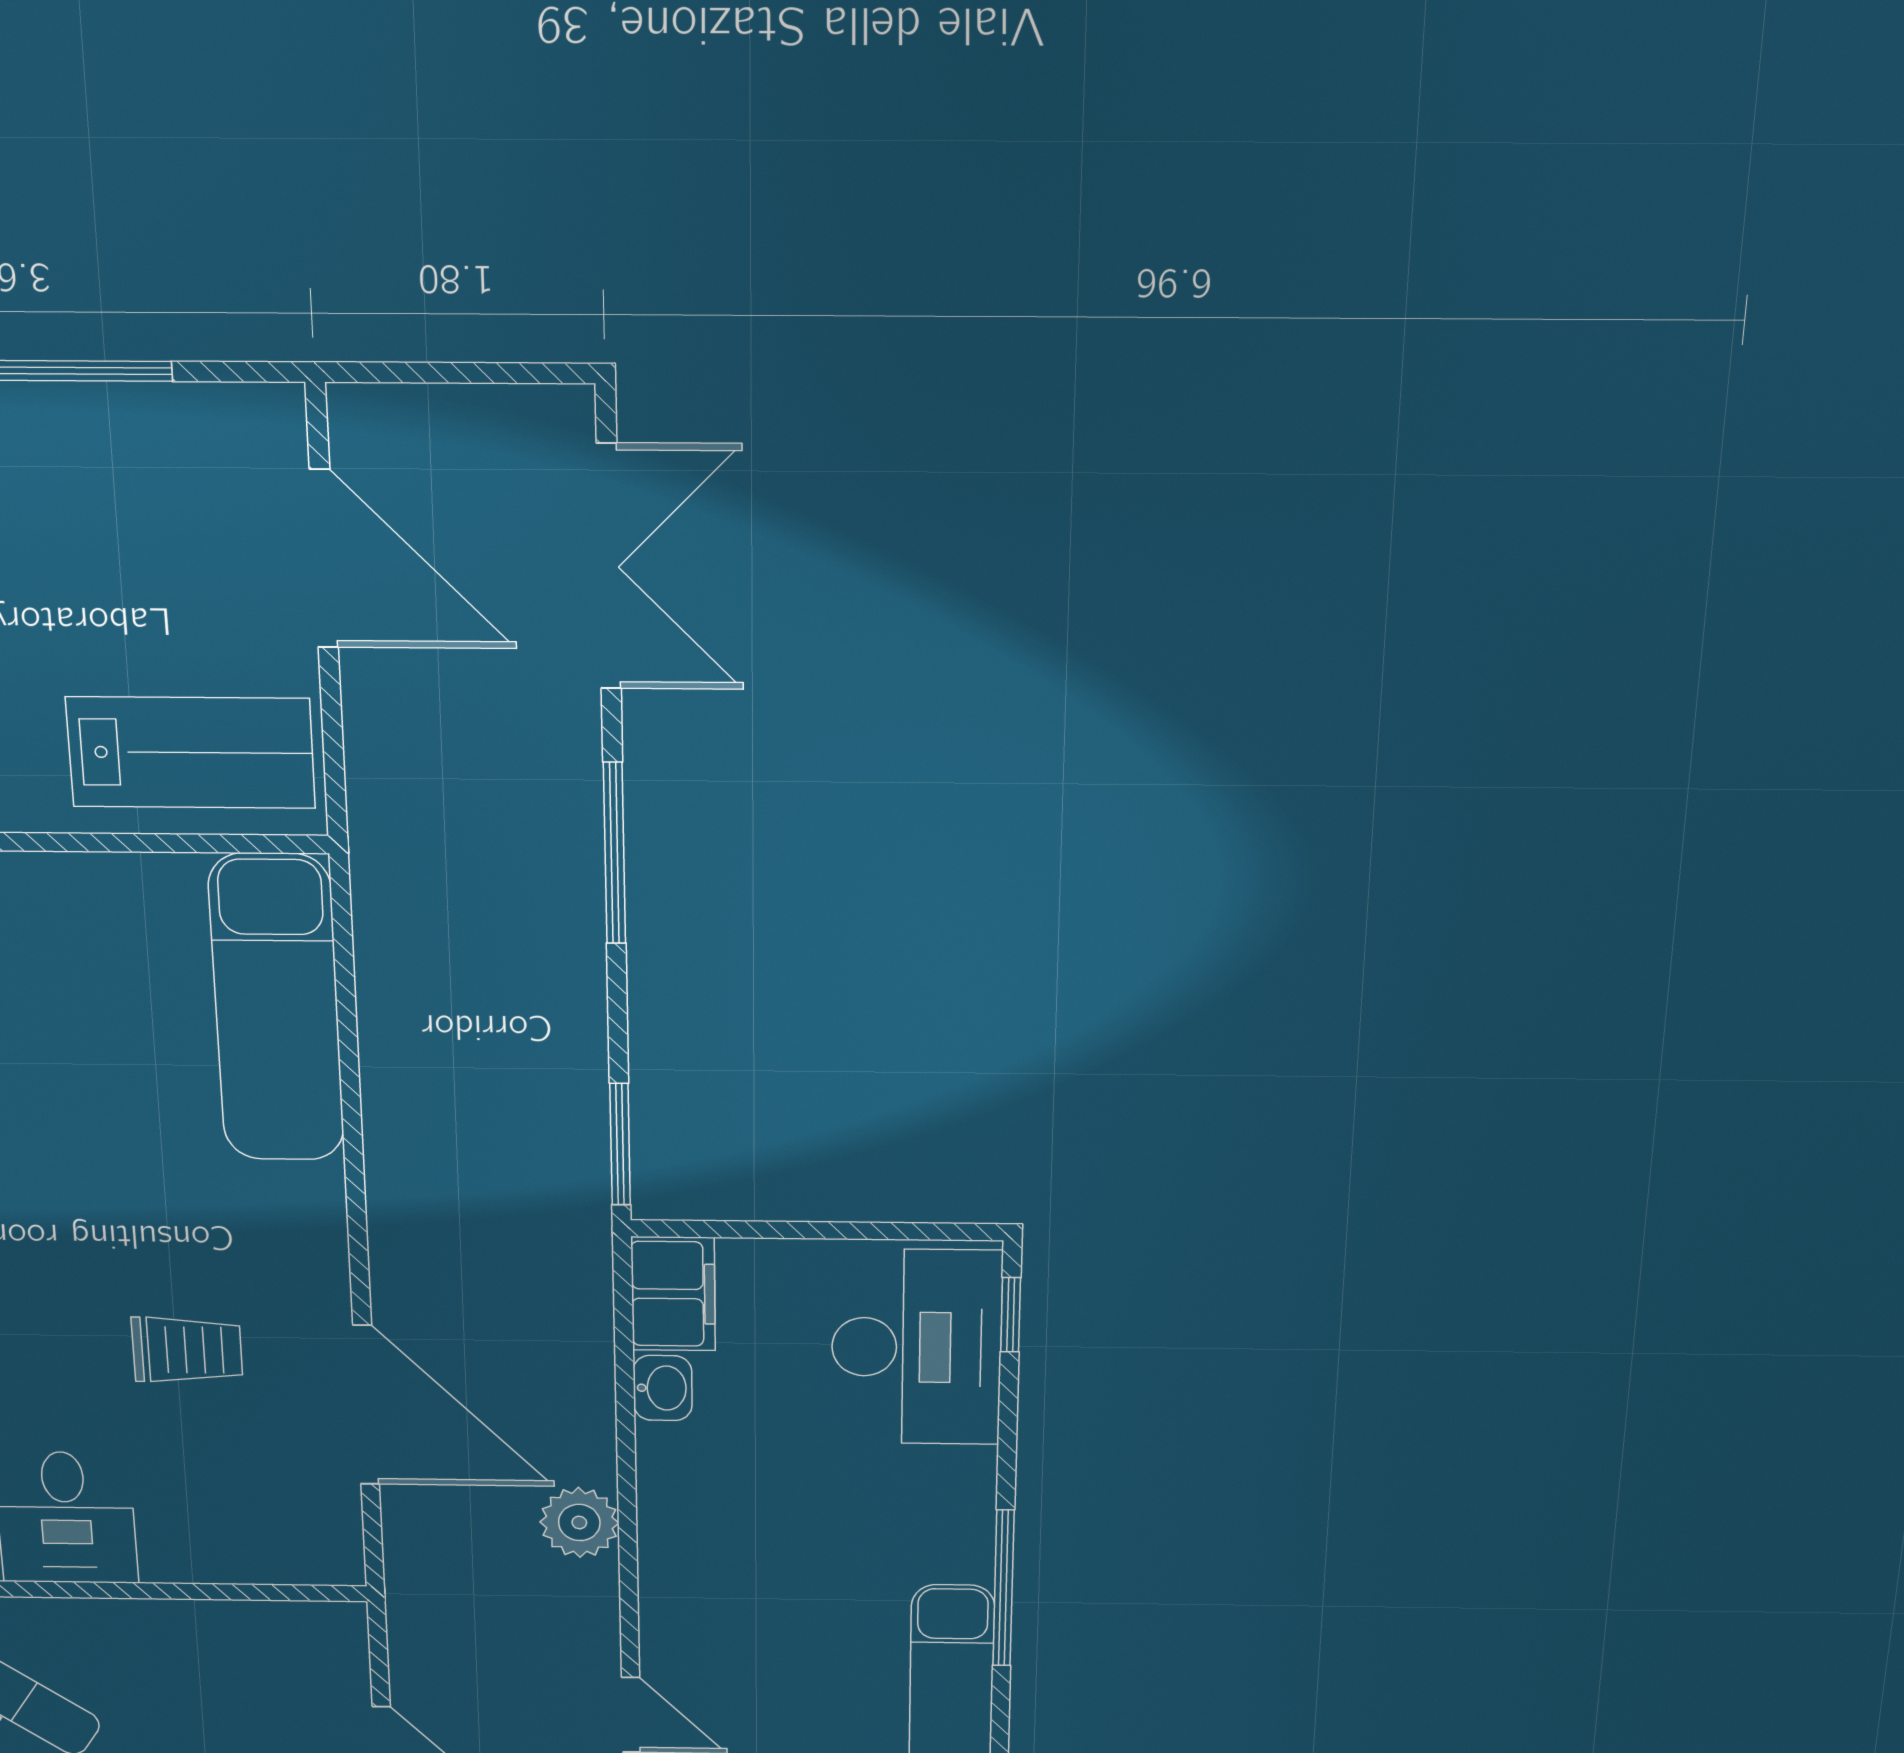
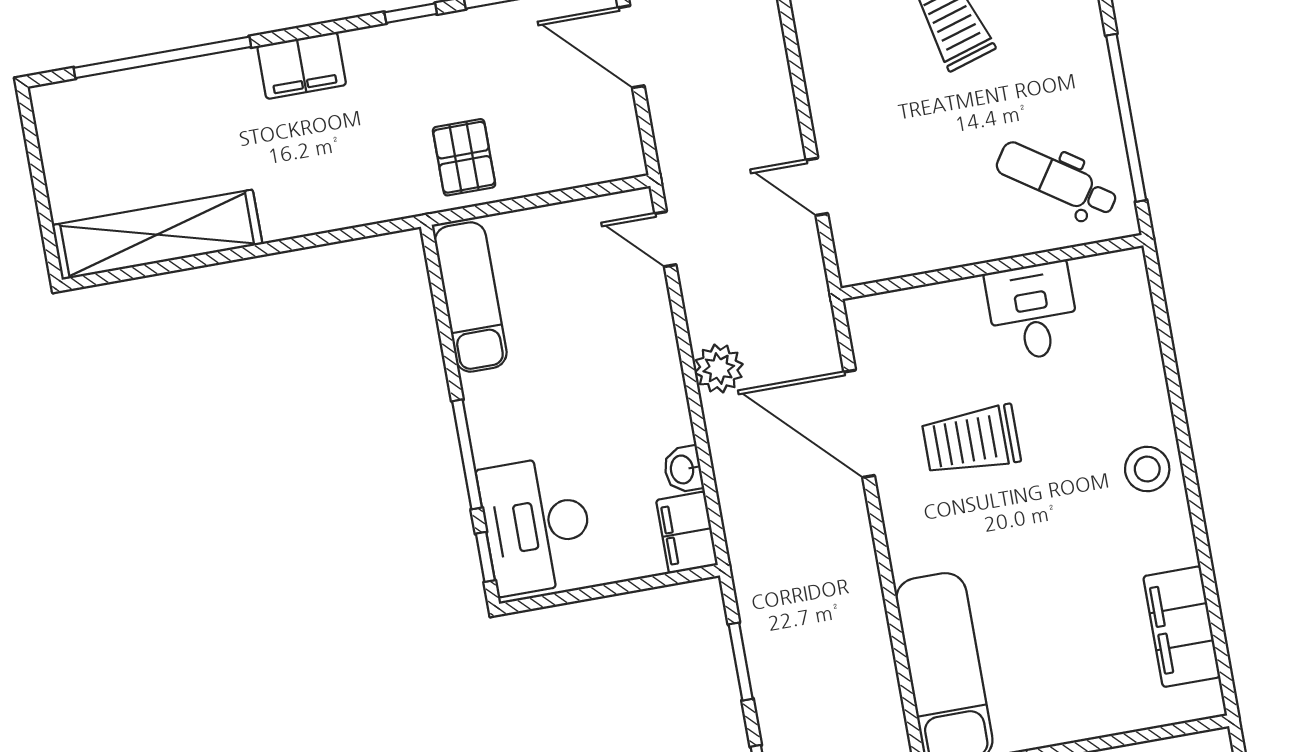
window: (620, 1144) -> (741, 662), moved
trolley: (187, 1350) -> (971, 440), width x1.36, depth x1.39
window: (1004, 1588) -> (467, 454), moved

